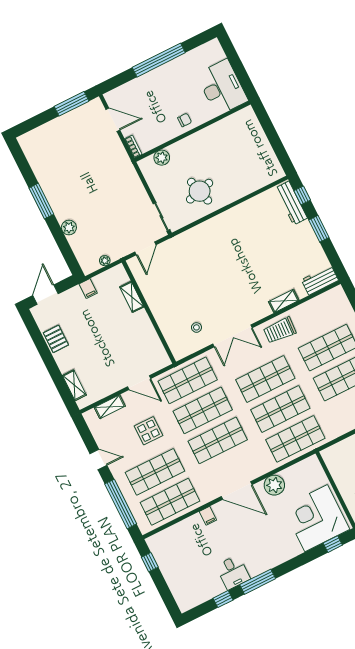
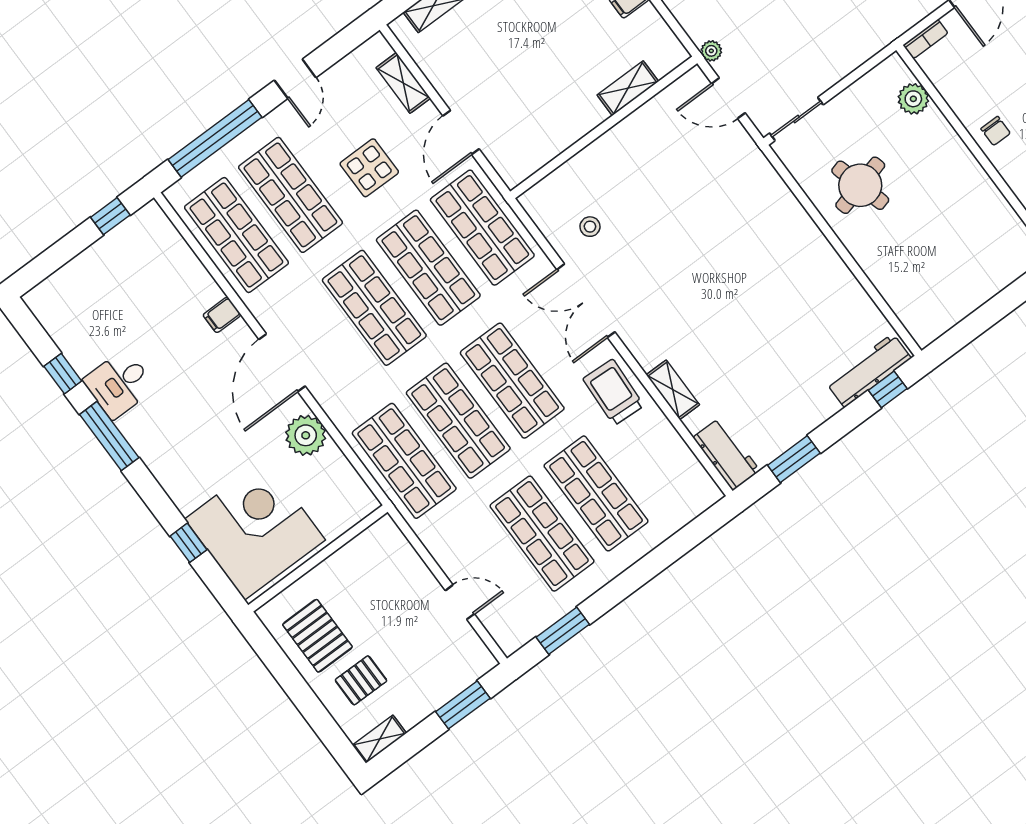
window: (319, 229) -> (794, 459), moved
plant: (105, 261) -> (711, 51), moved
window: (333, 544) -> (189, 543), moved

